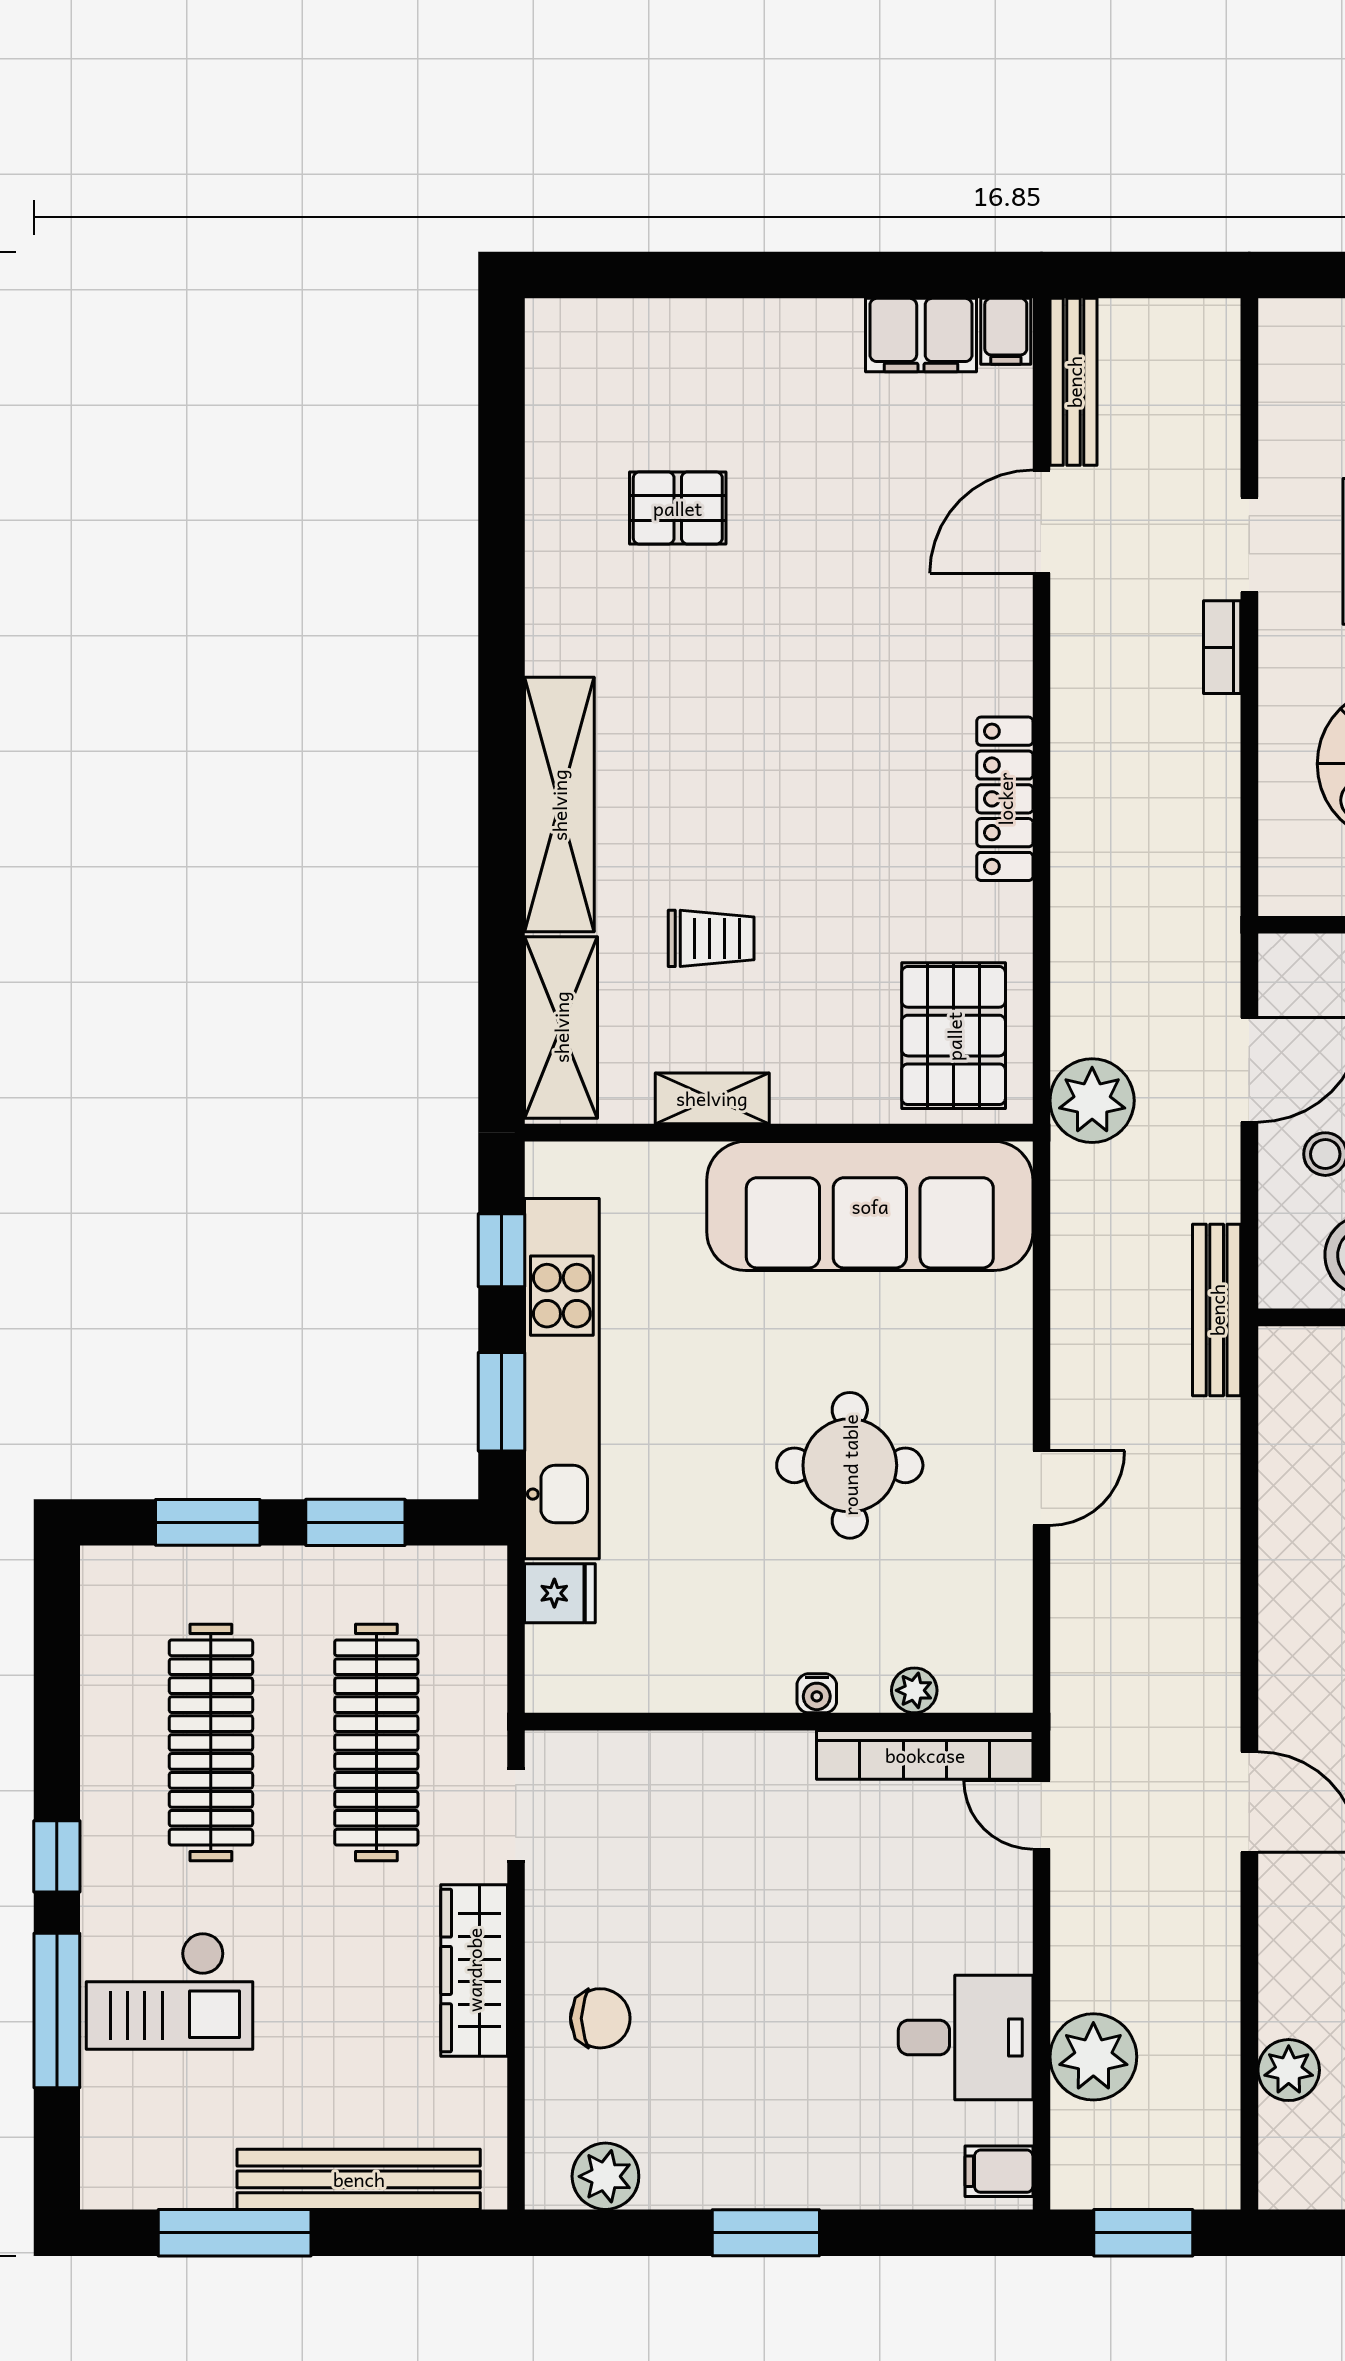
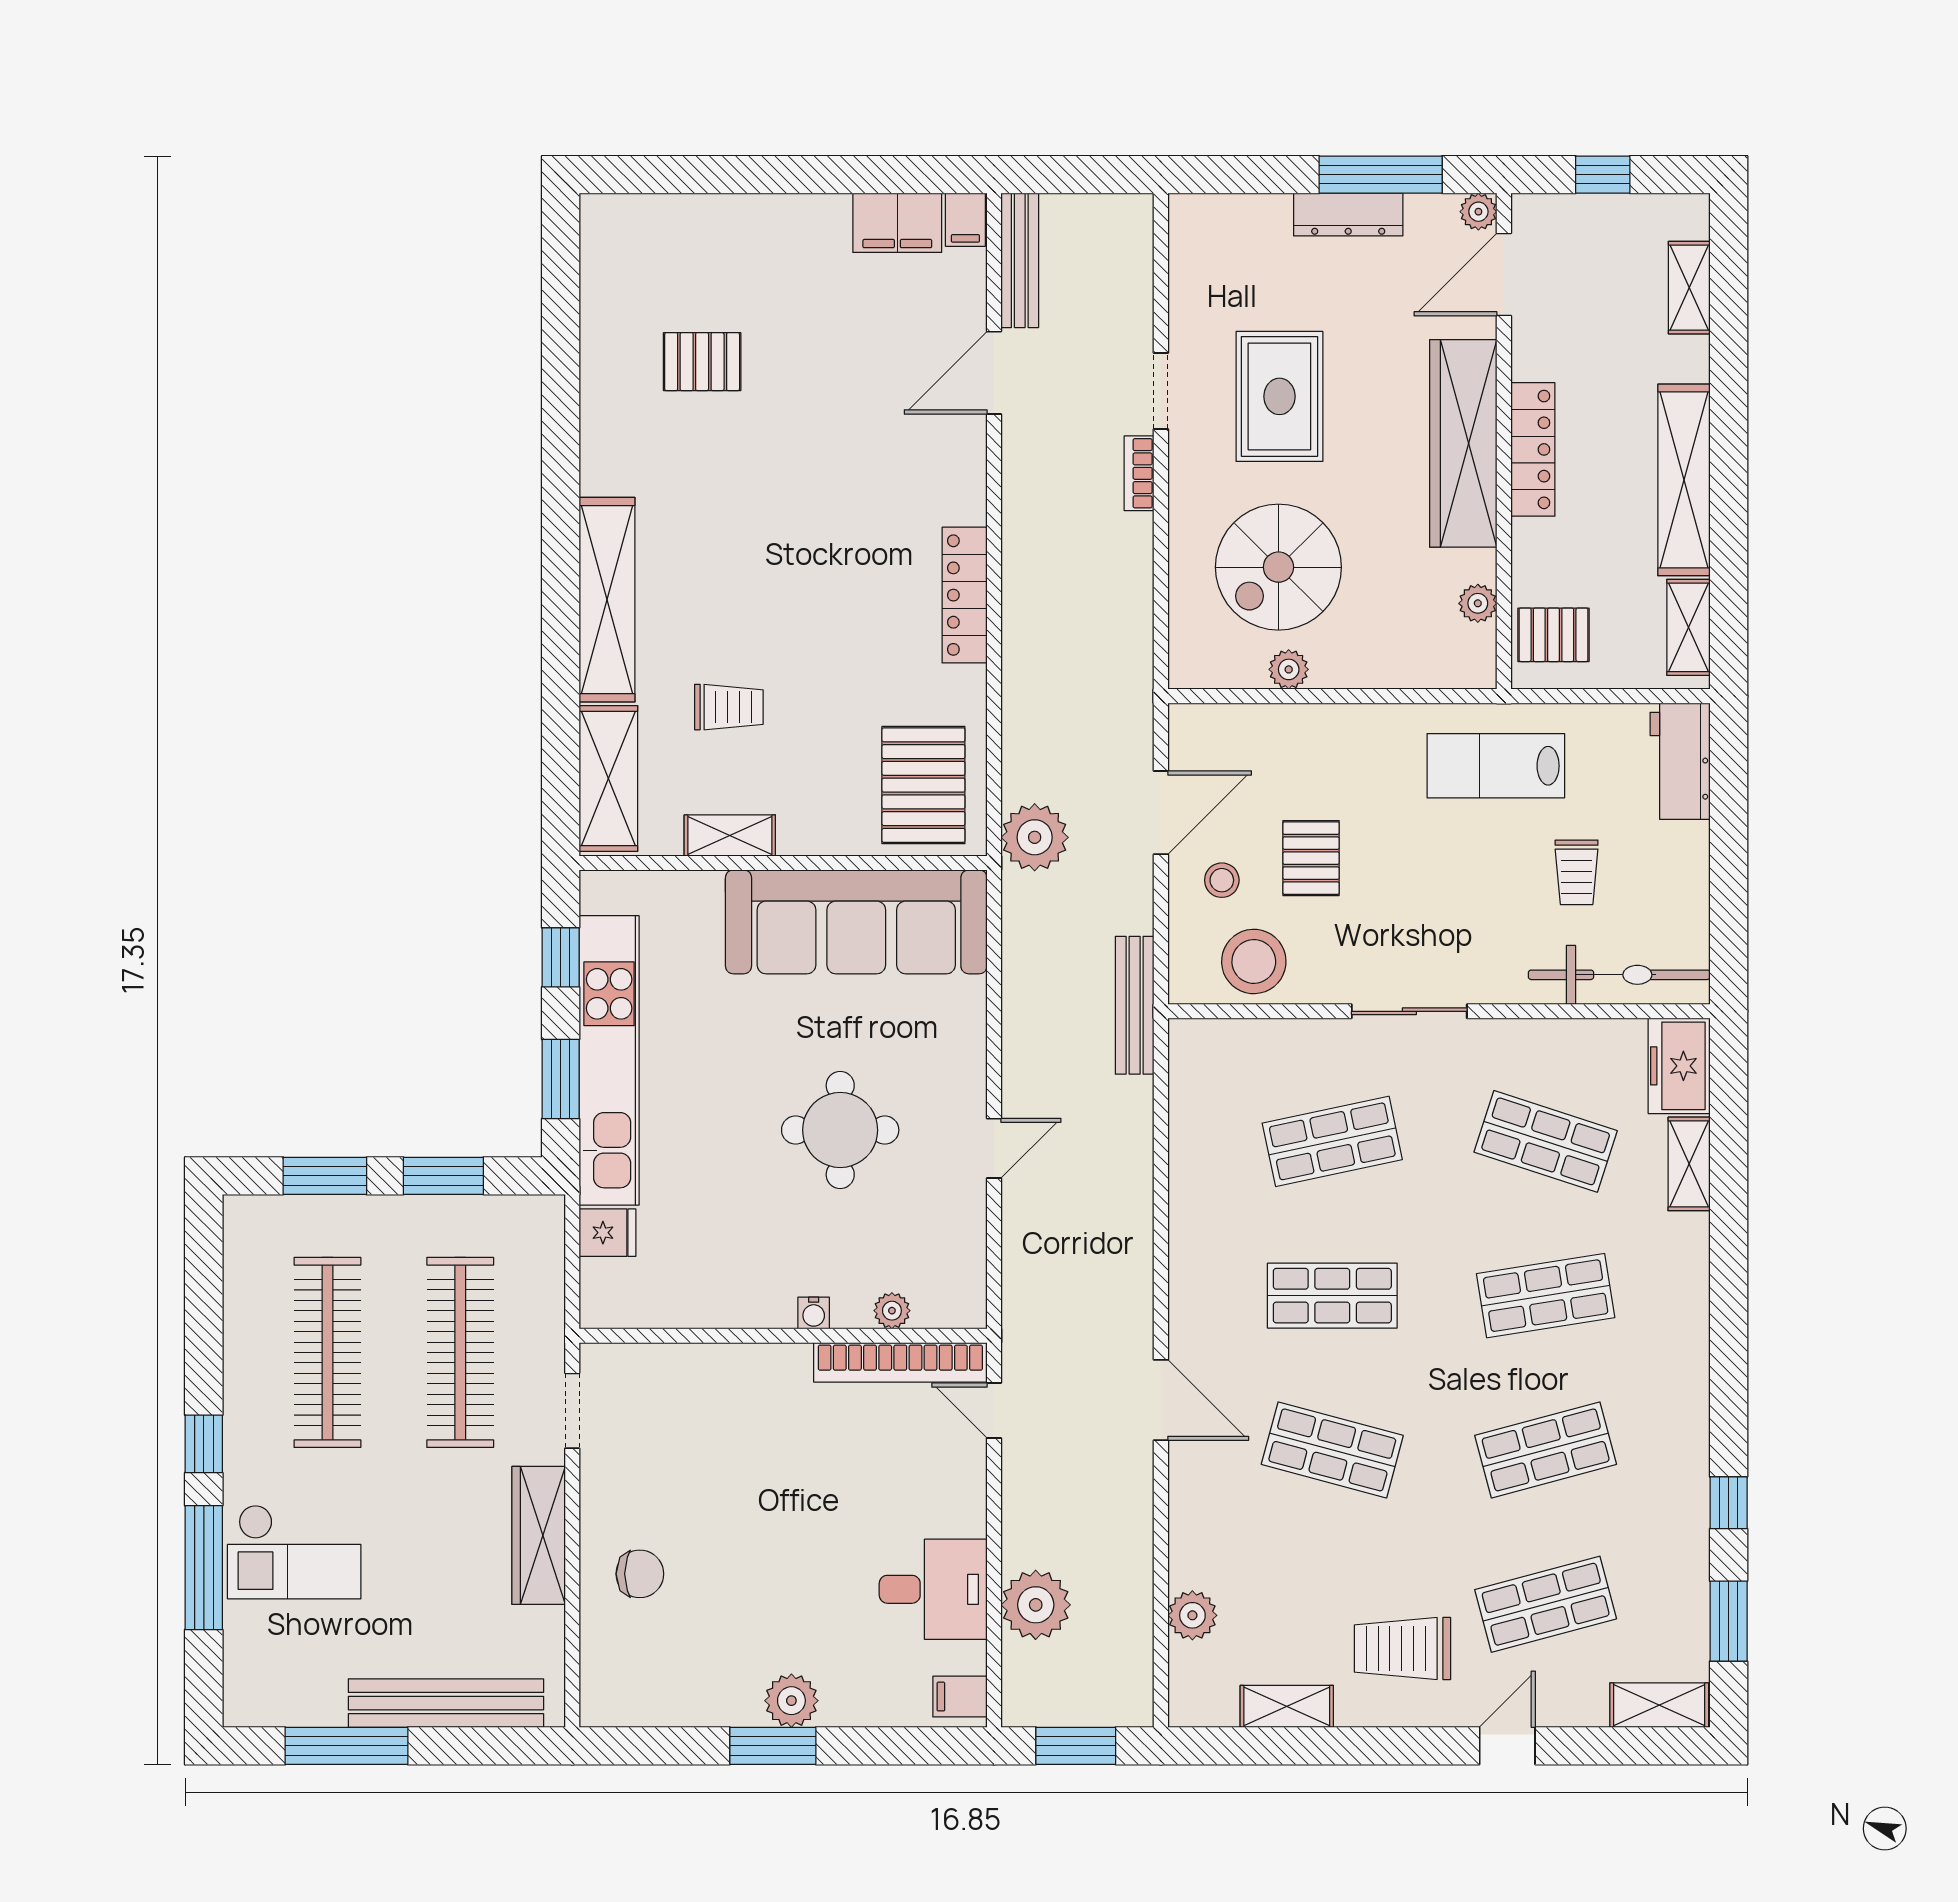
plant: (605, 2176) -> (791, 1701), moved

